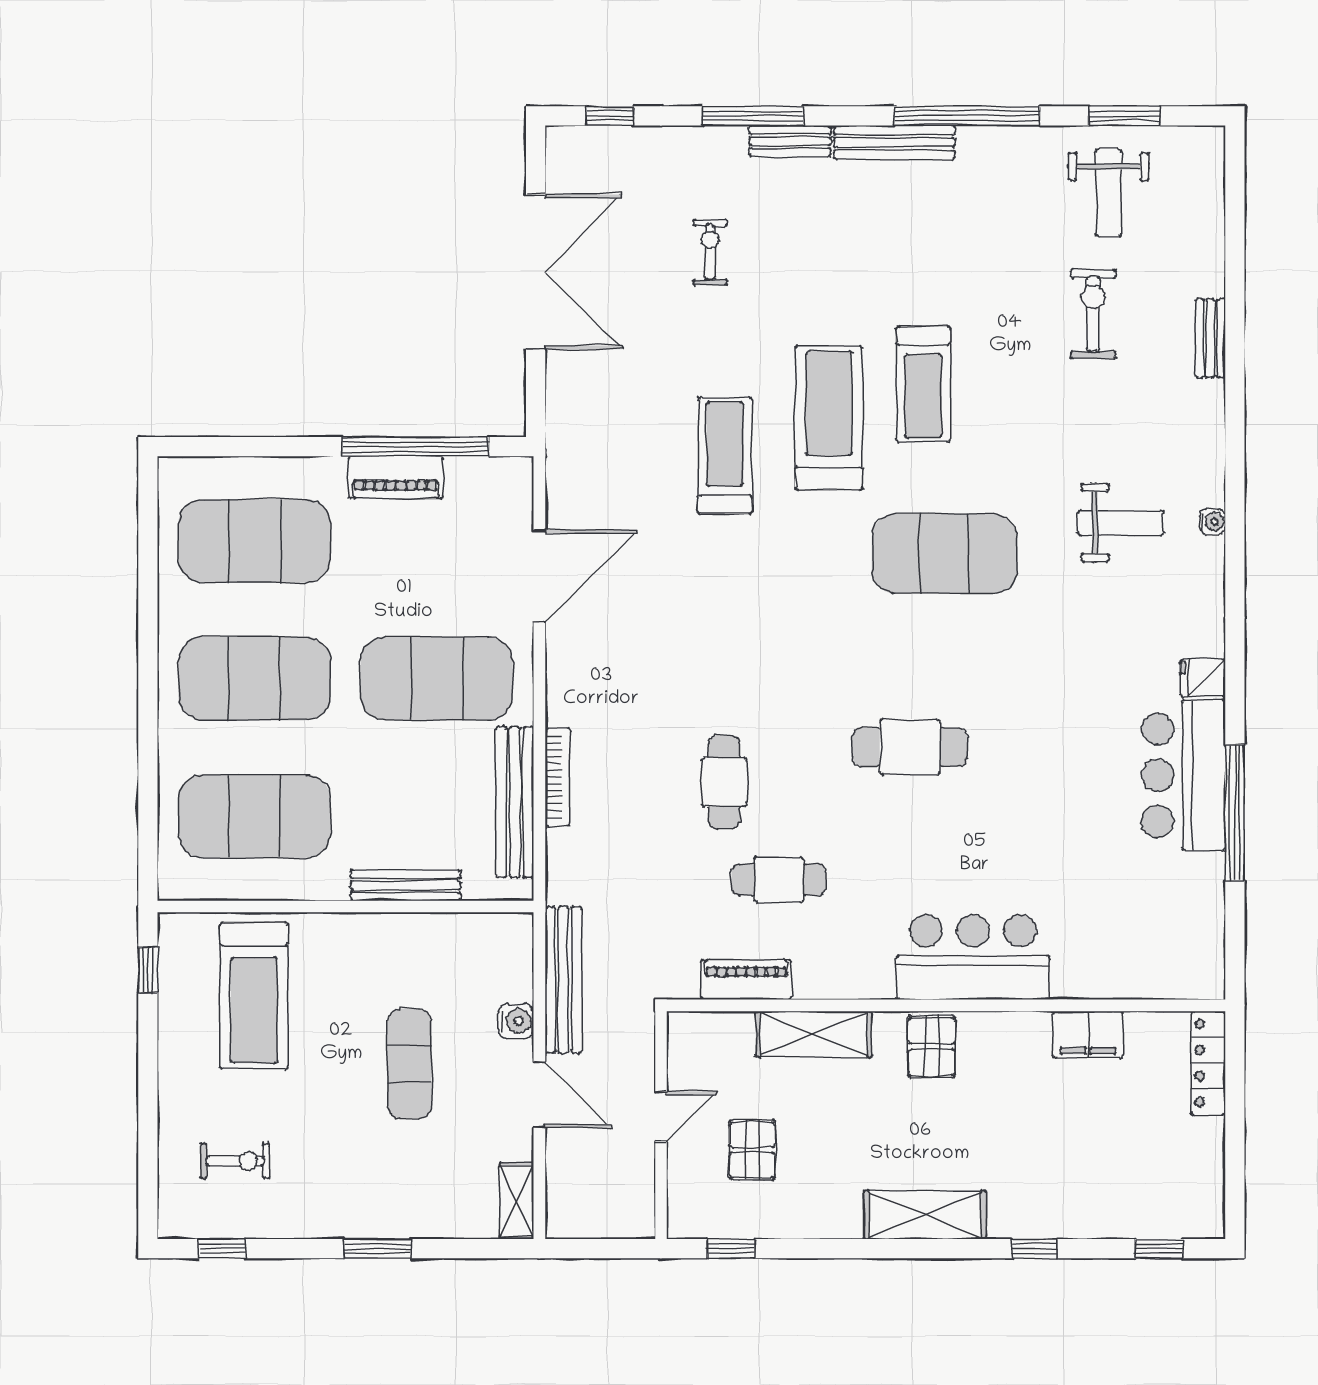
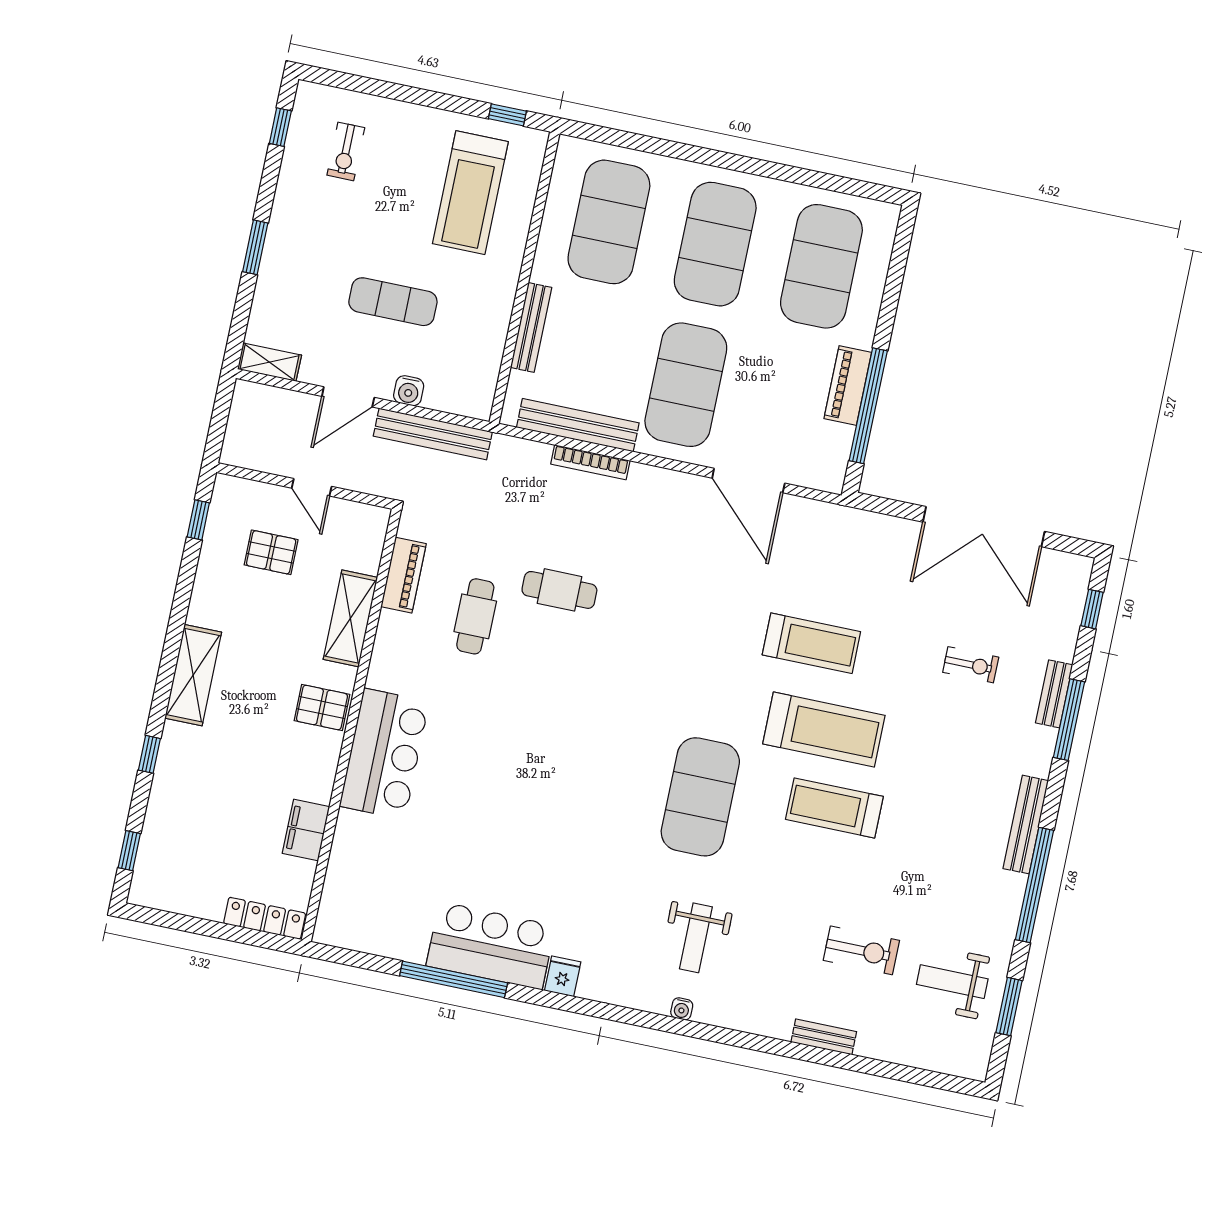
bench: (790, 141) -> (1054, 694), moved
cafe table: (910, 747) -> (557, 739), removed
treadmill: (254, 996) -> (470, 193), turned -90

